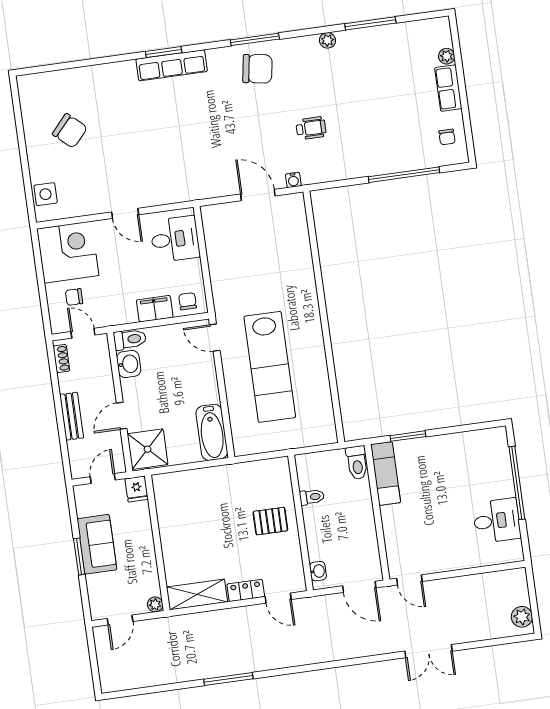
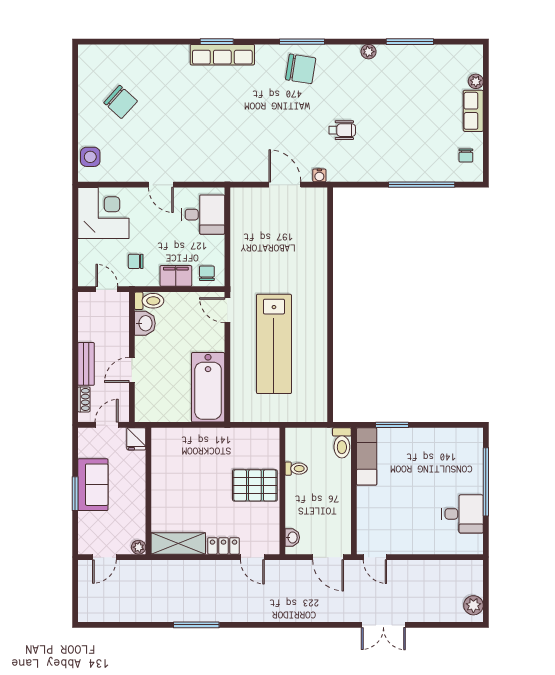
chair: (74, 297) -> (136, 261), moved
shoe rack: (61, 359) -> (84, 399), moved
bathtub: (212, 432) -> (208, 387), width x1.36, depth x1.36
shower: (148, 449) -> (151, 404), removed
pallet: (270, 521) -> (255, 485), width x1.50, depth x1.42

